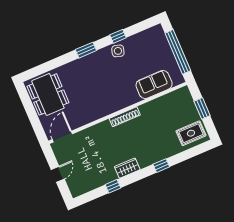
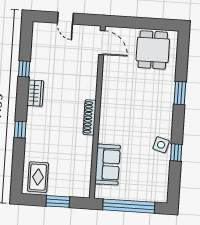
window: (86, 50) -> (180, 93), moved
dining table: (48, 94) -> (153, 50), width x0.73

